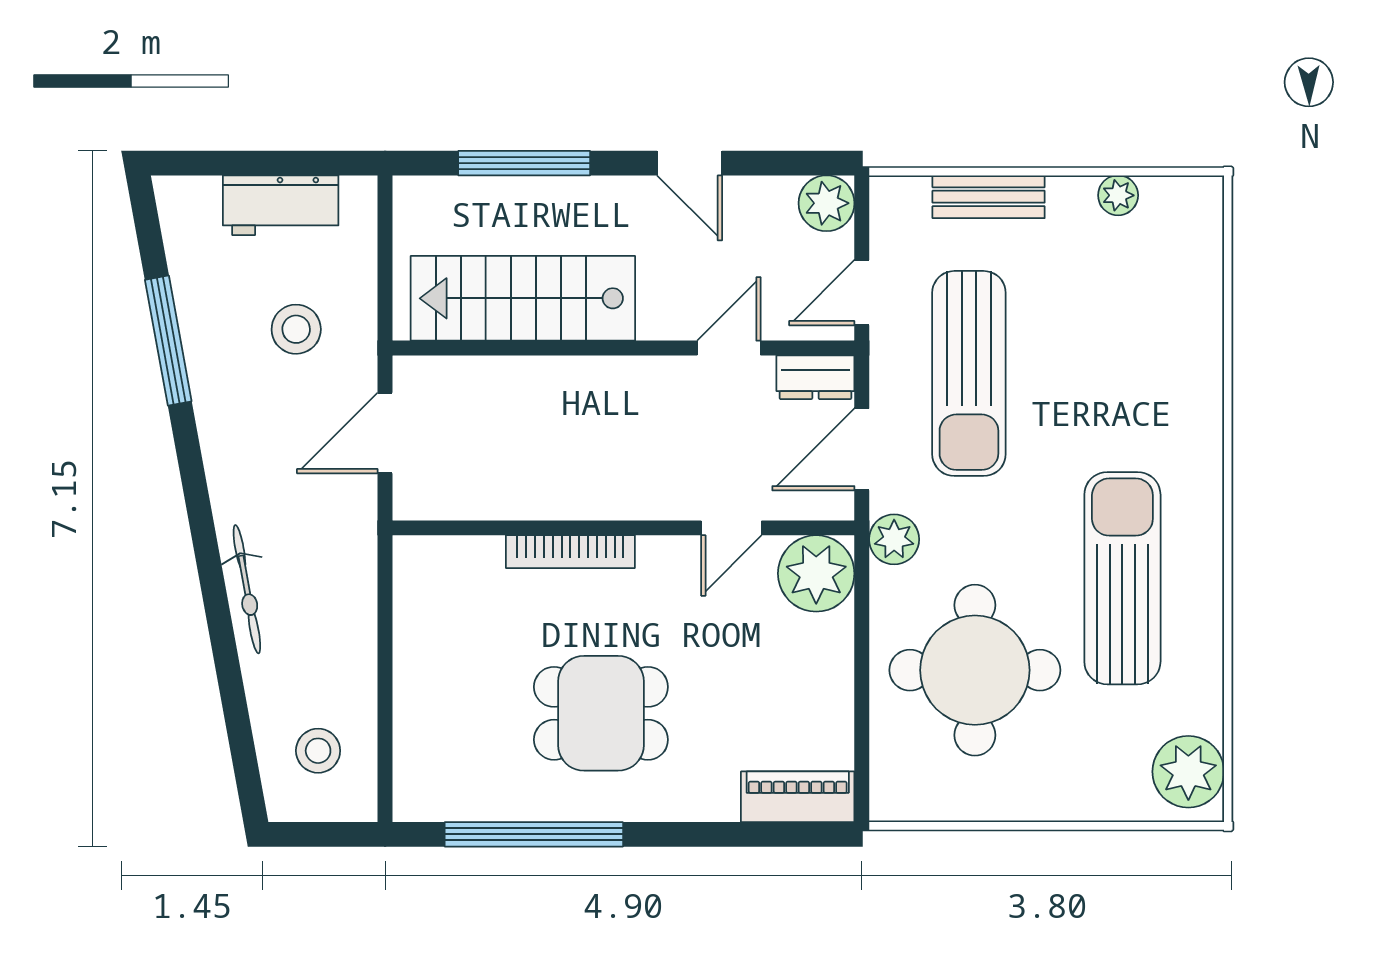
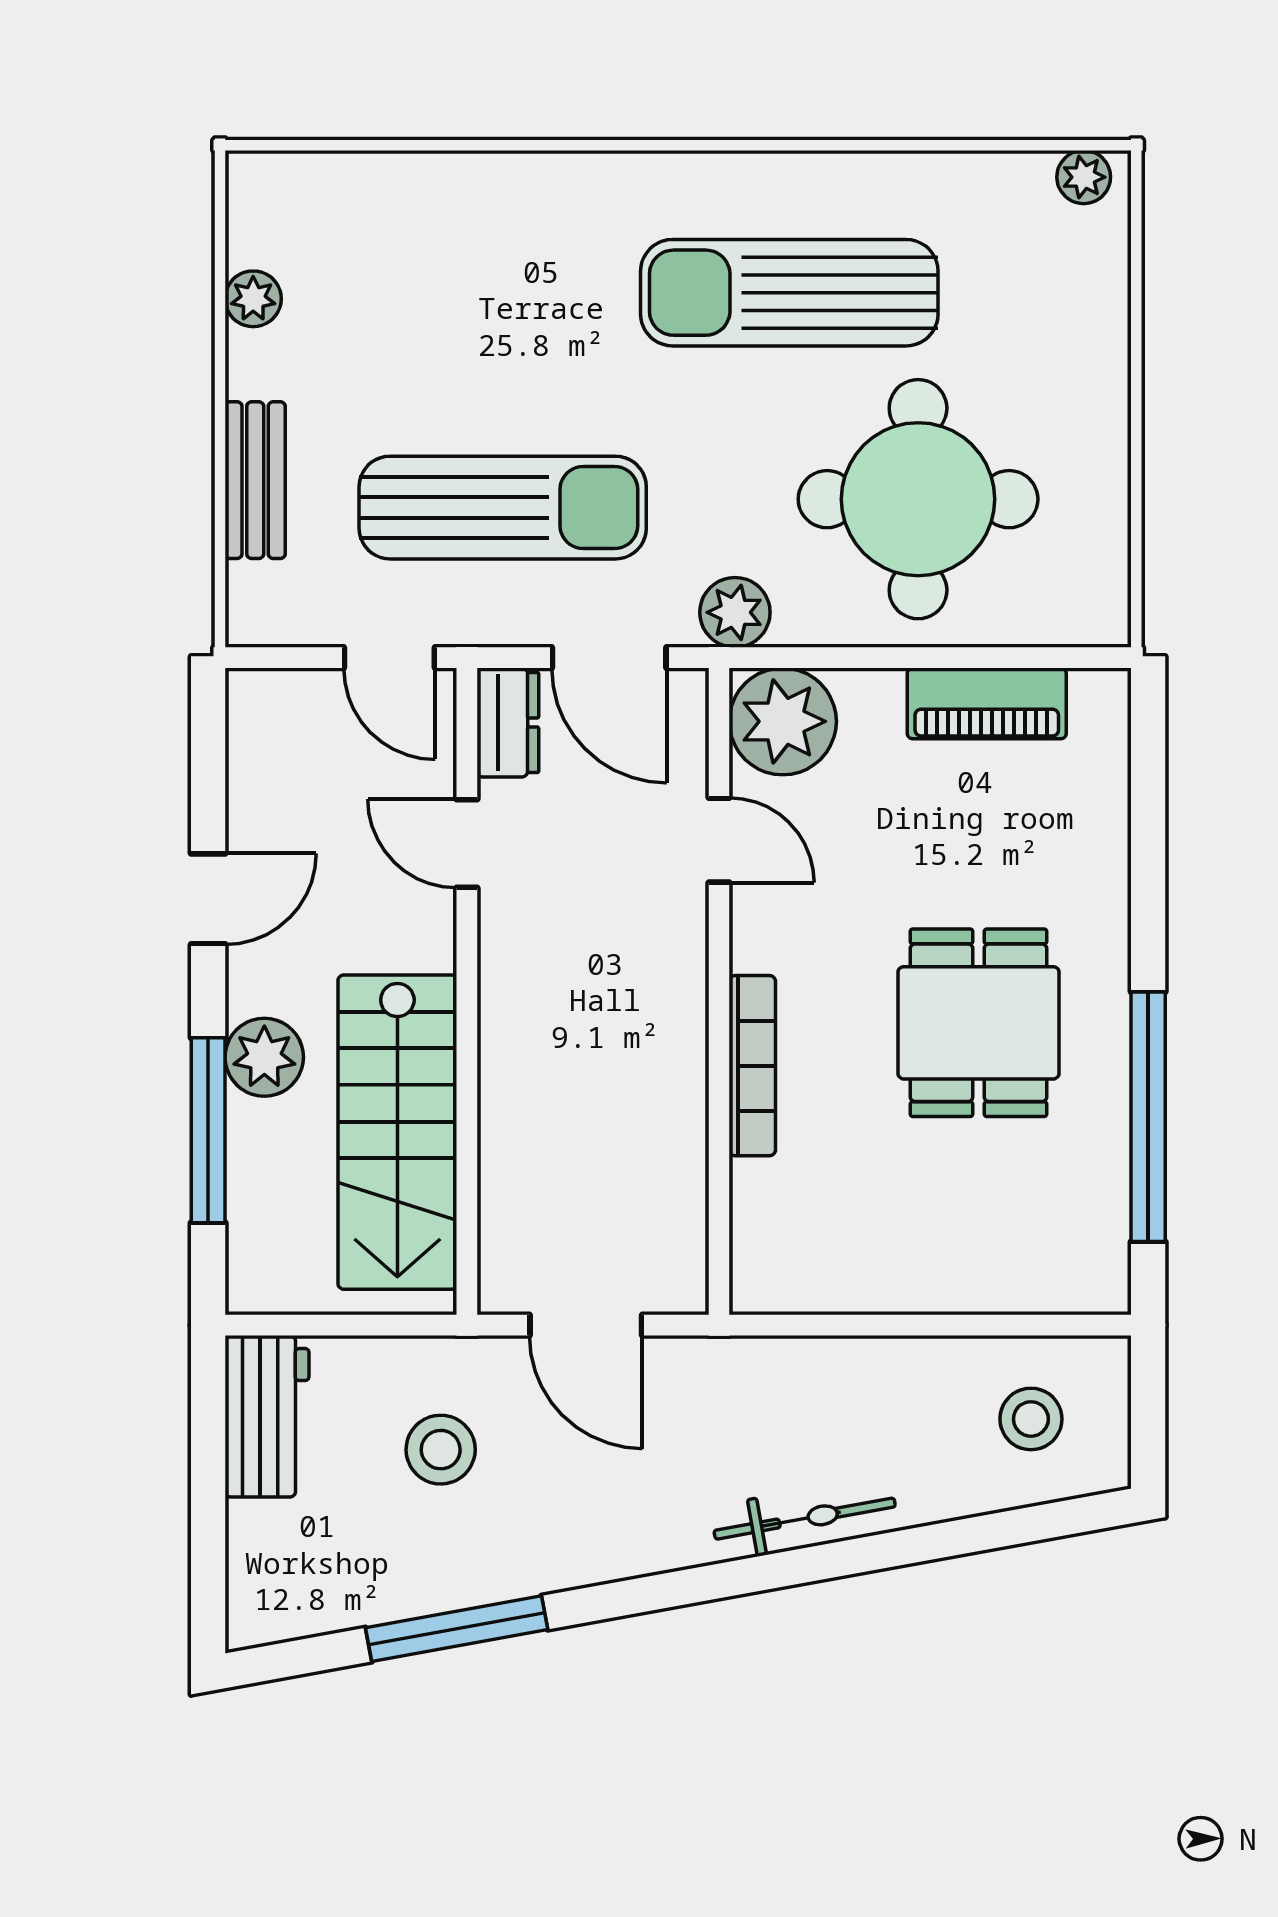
plant: (827, 203) -> (264, 1057), moved
workbench: (281, 205) -> (267, 1416), moved
plant: (1188, 772) -> (1084, 177), width x0.53, depth x0.53
piano: (798, 797) -> (987, 703), moved, turned -90

